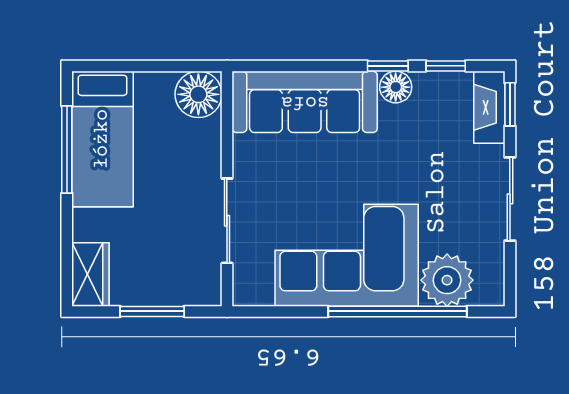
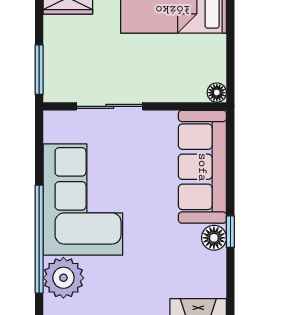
window: (446, 66) -> (230, 277), removed
floor lamp: (198, 94) -> (217, 93), width x0.53, depth x0.53
window: (152, 311) -> (39, 70), moved

